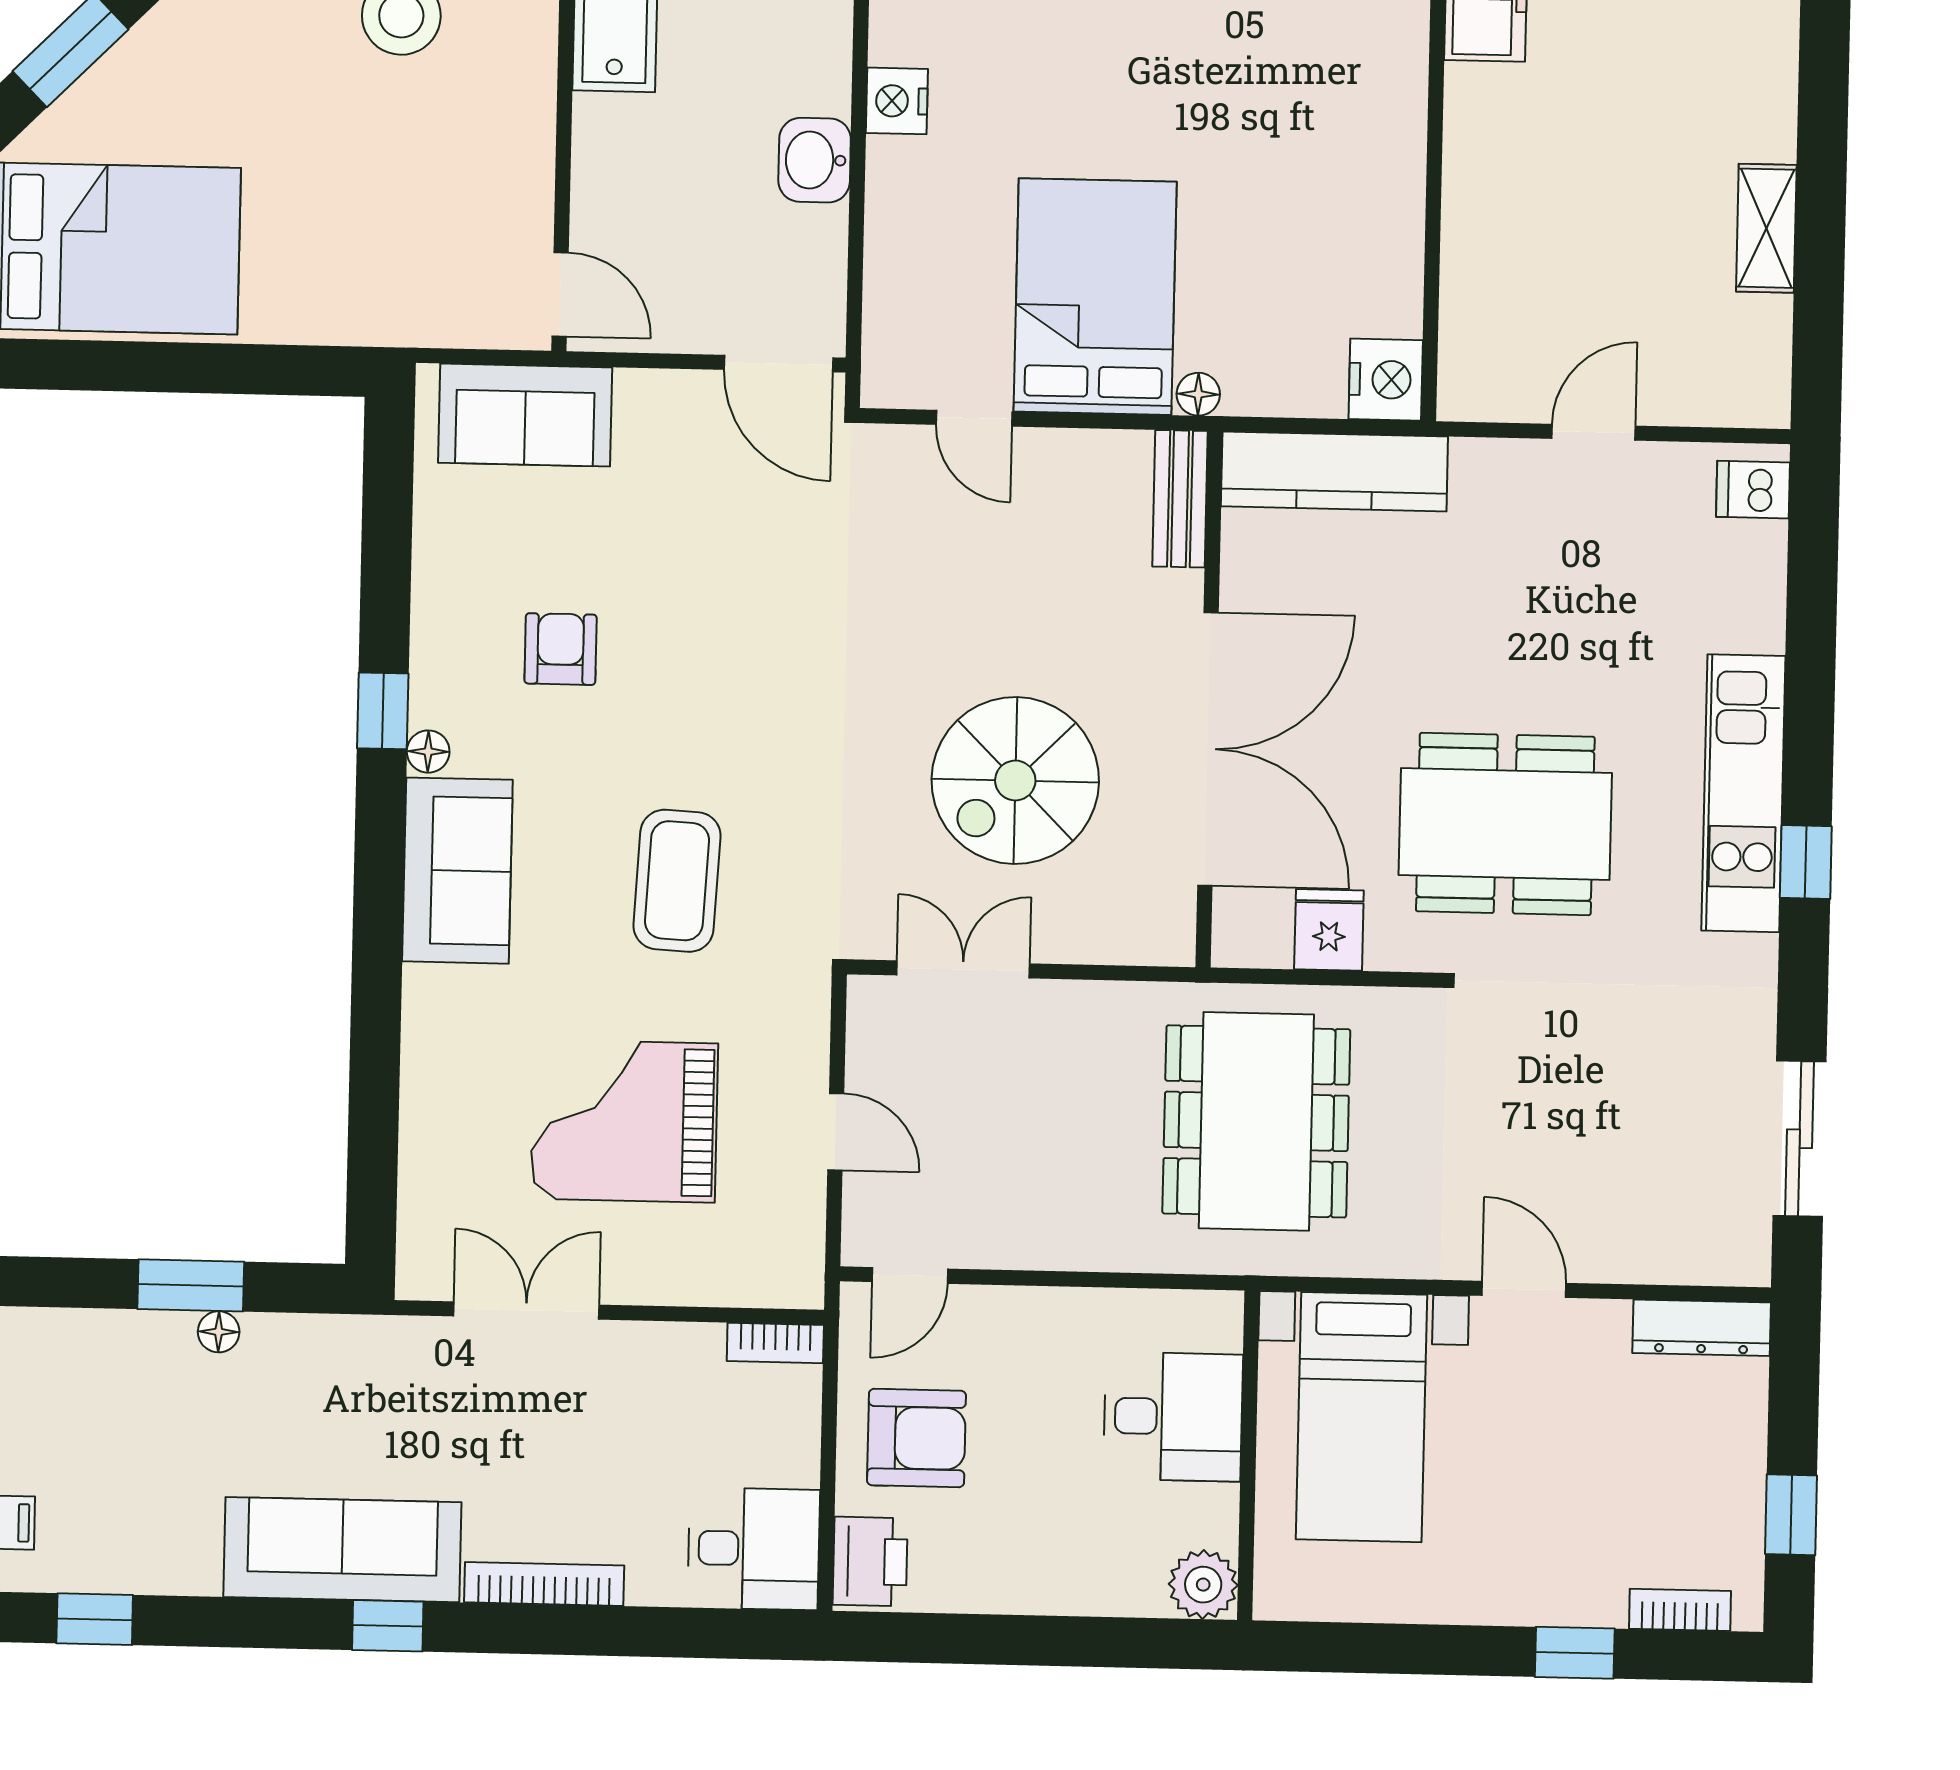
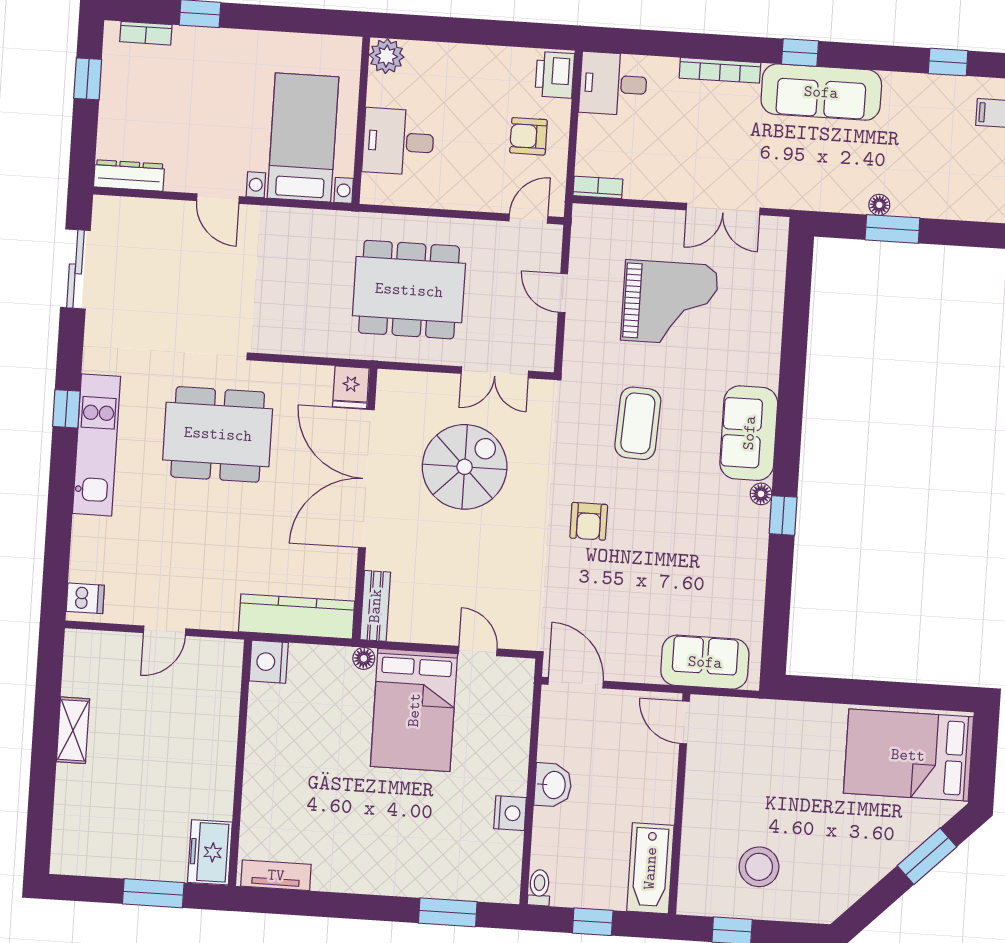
armchair: (561, 649) -> (589, 521), moved
fridge: (1329, 930) -> (351, 387), moved
dining table: (1256, 1121) -> (409, 290), moved, turned 90
armchair: (917, 1438) -> (528, 136), width x0.72, depth x0.72

